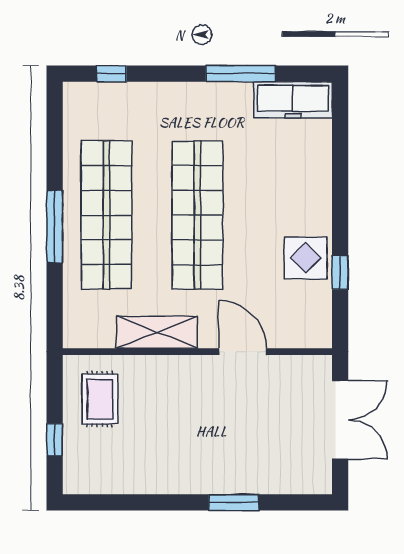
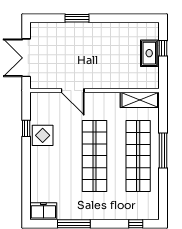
freezer: (293, 100) -> (43, 211), width x0.71
shelving: (157, 332) -> (140, 100), moved
rug: (100, 399) -> (149, 53), moved

